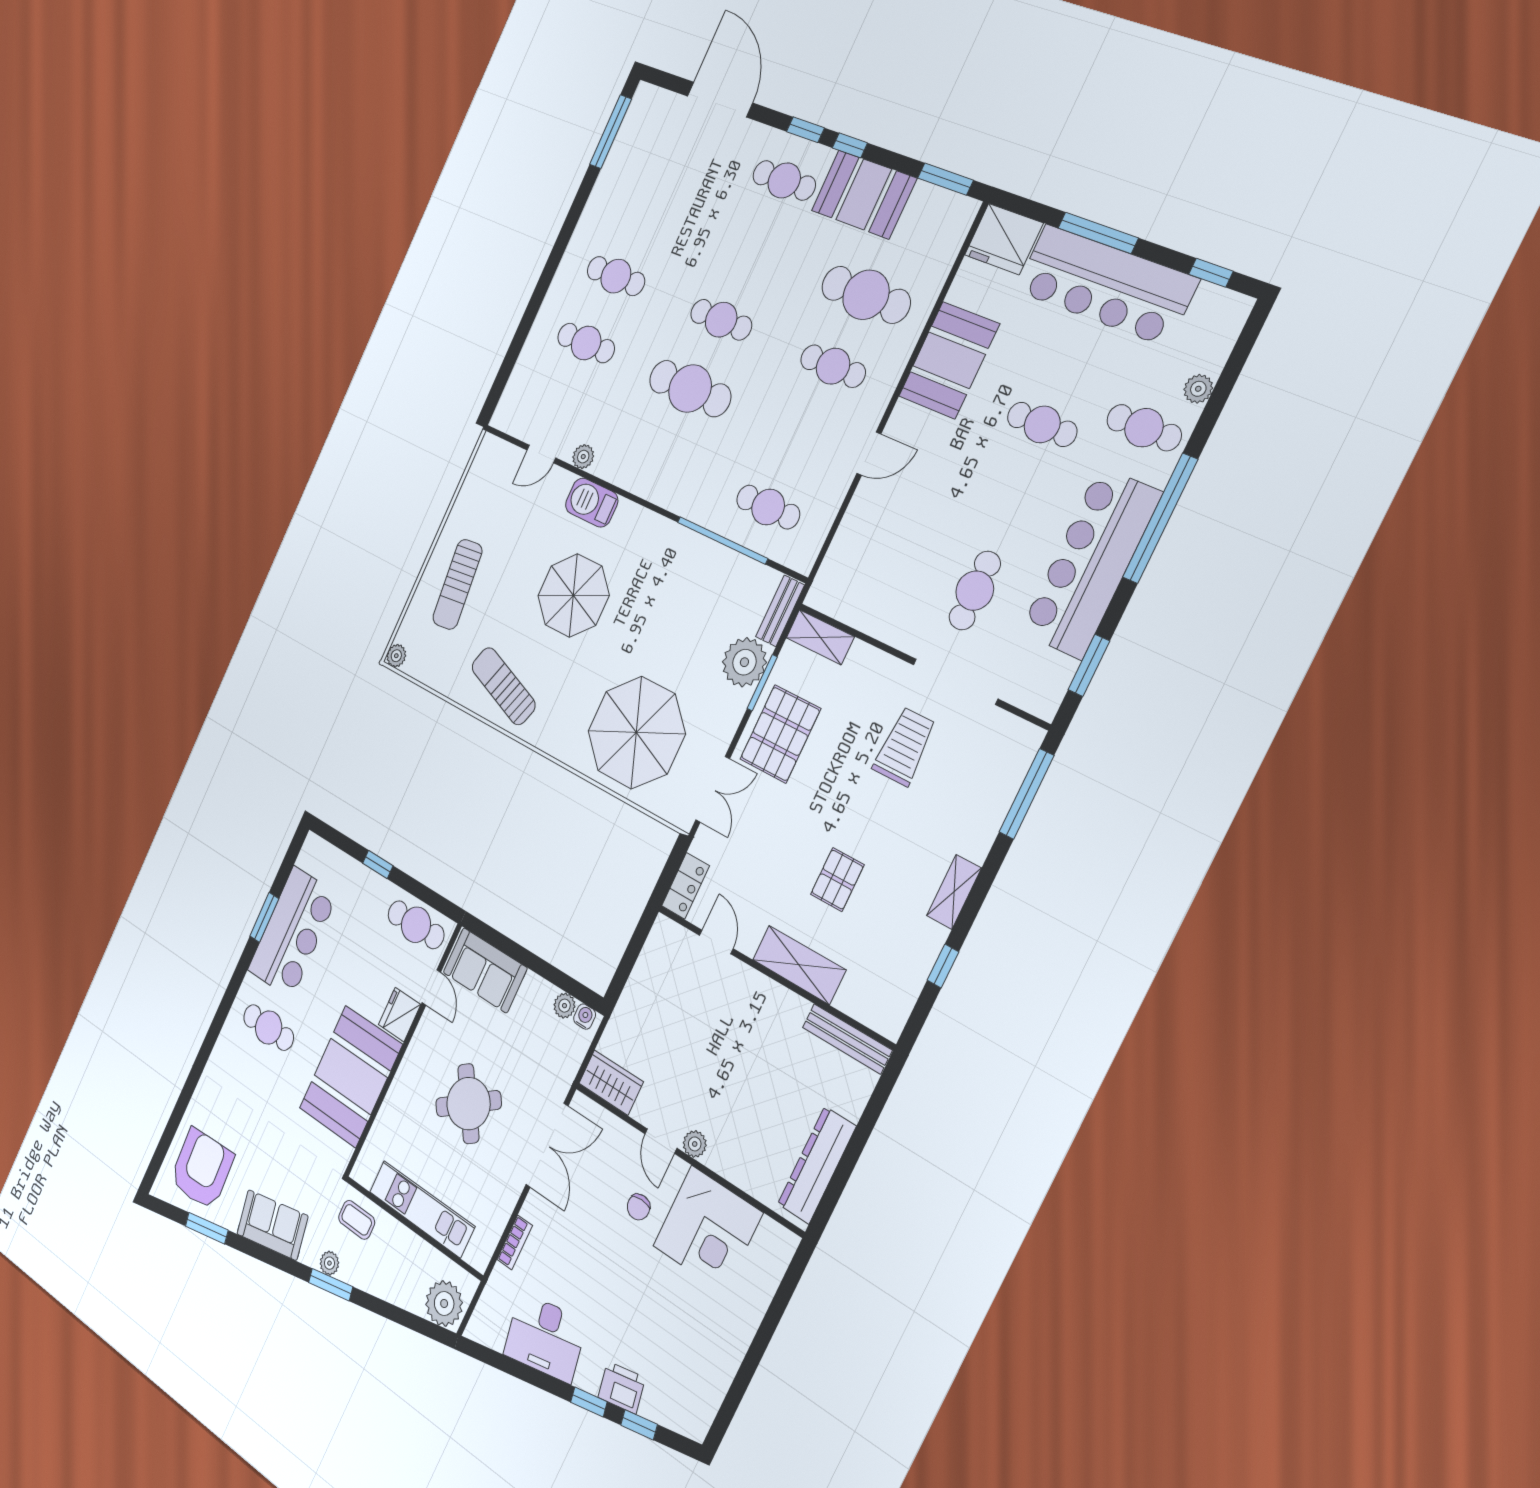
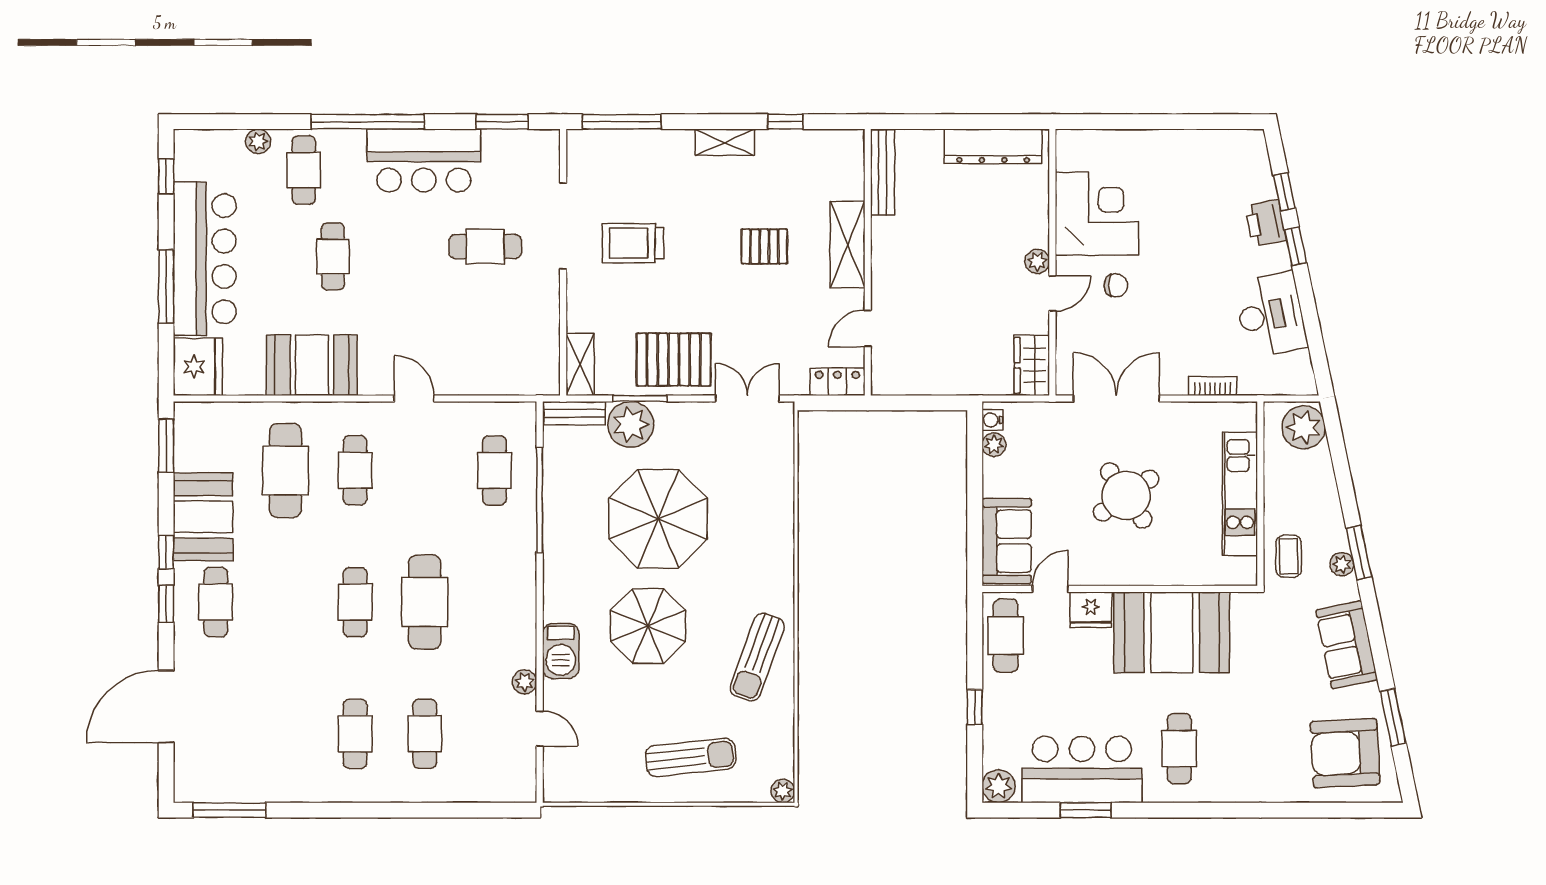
bar counter: (1091, 563) -> (424, 161), width x0.73
parasol: (636, 732) -> (658, 519), moved
plant: (314, 851) -> (999, 786), added

